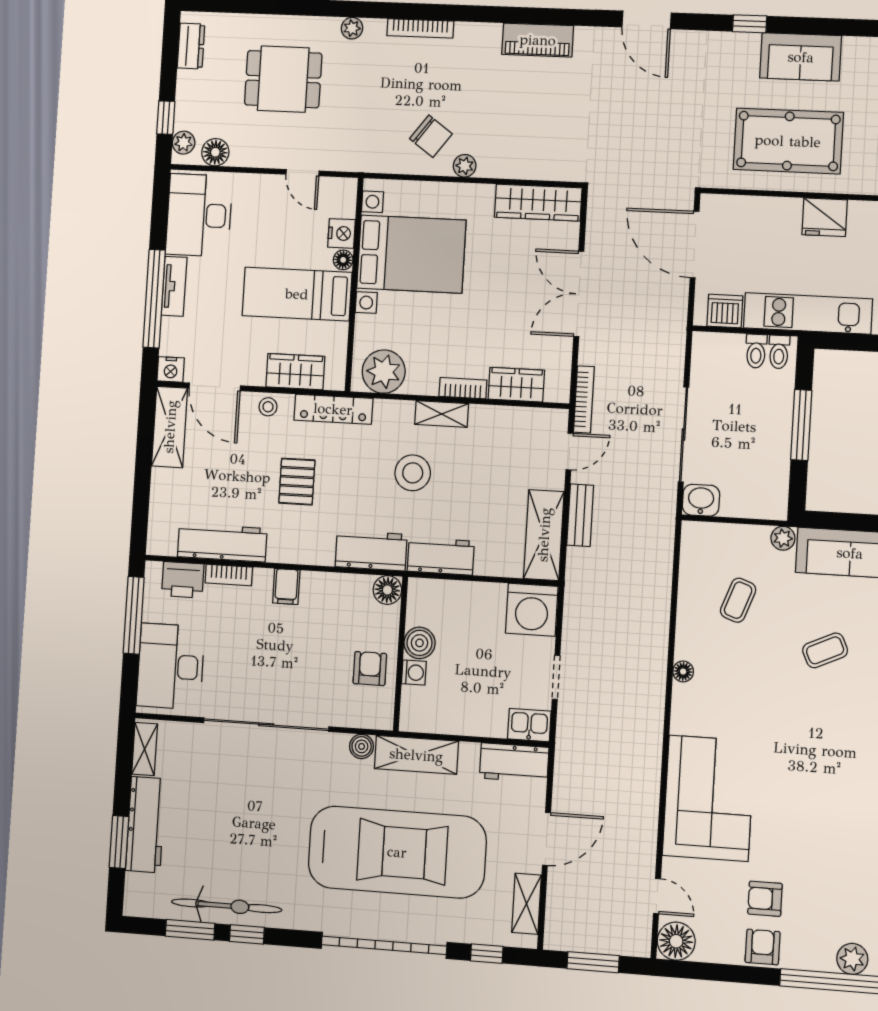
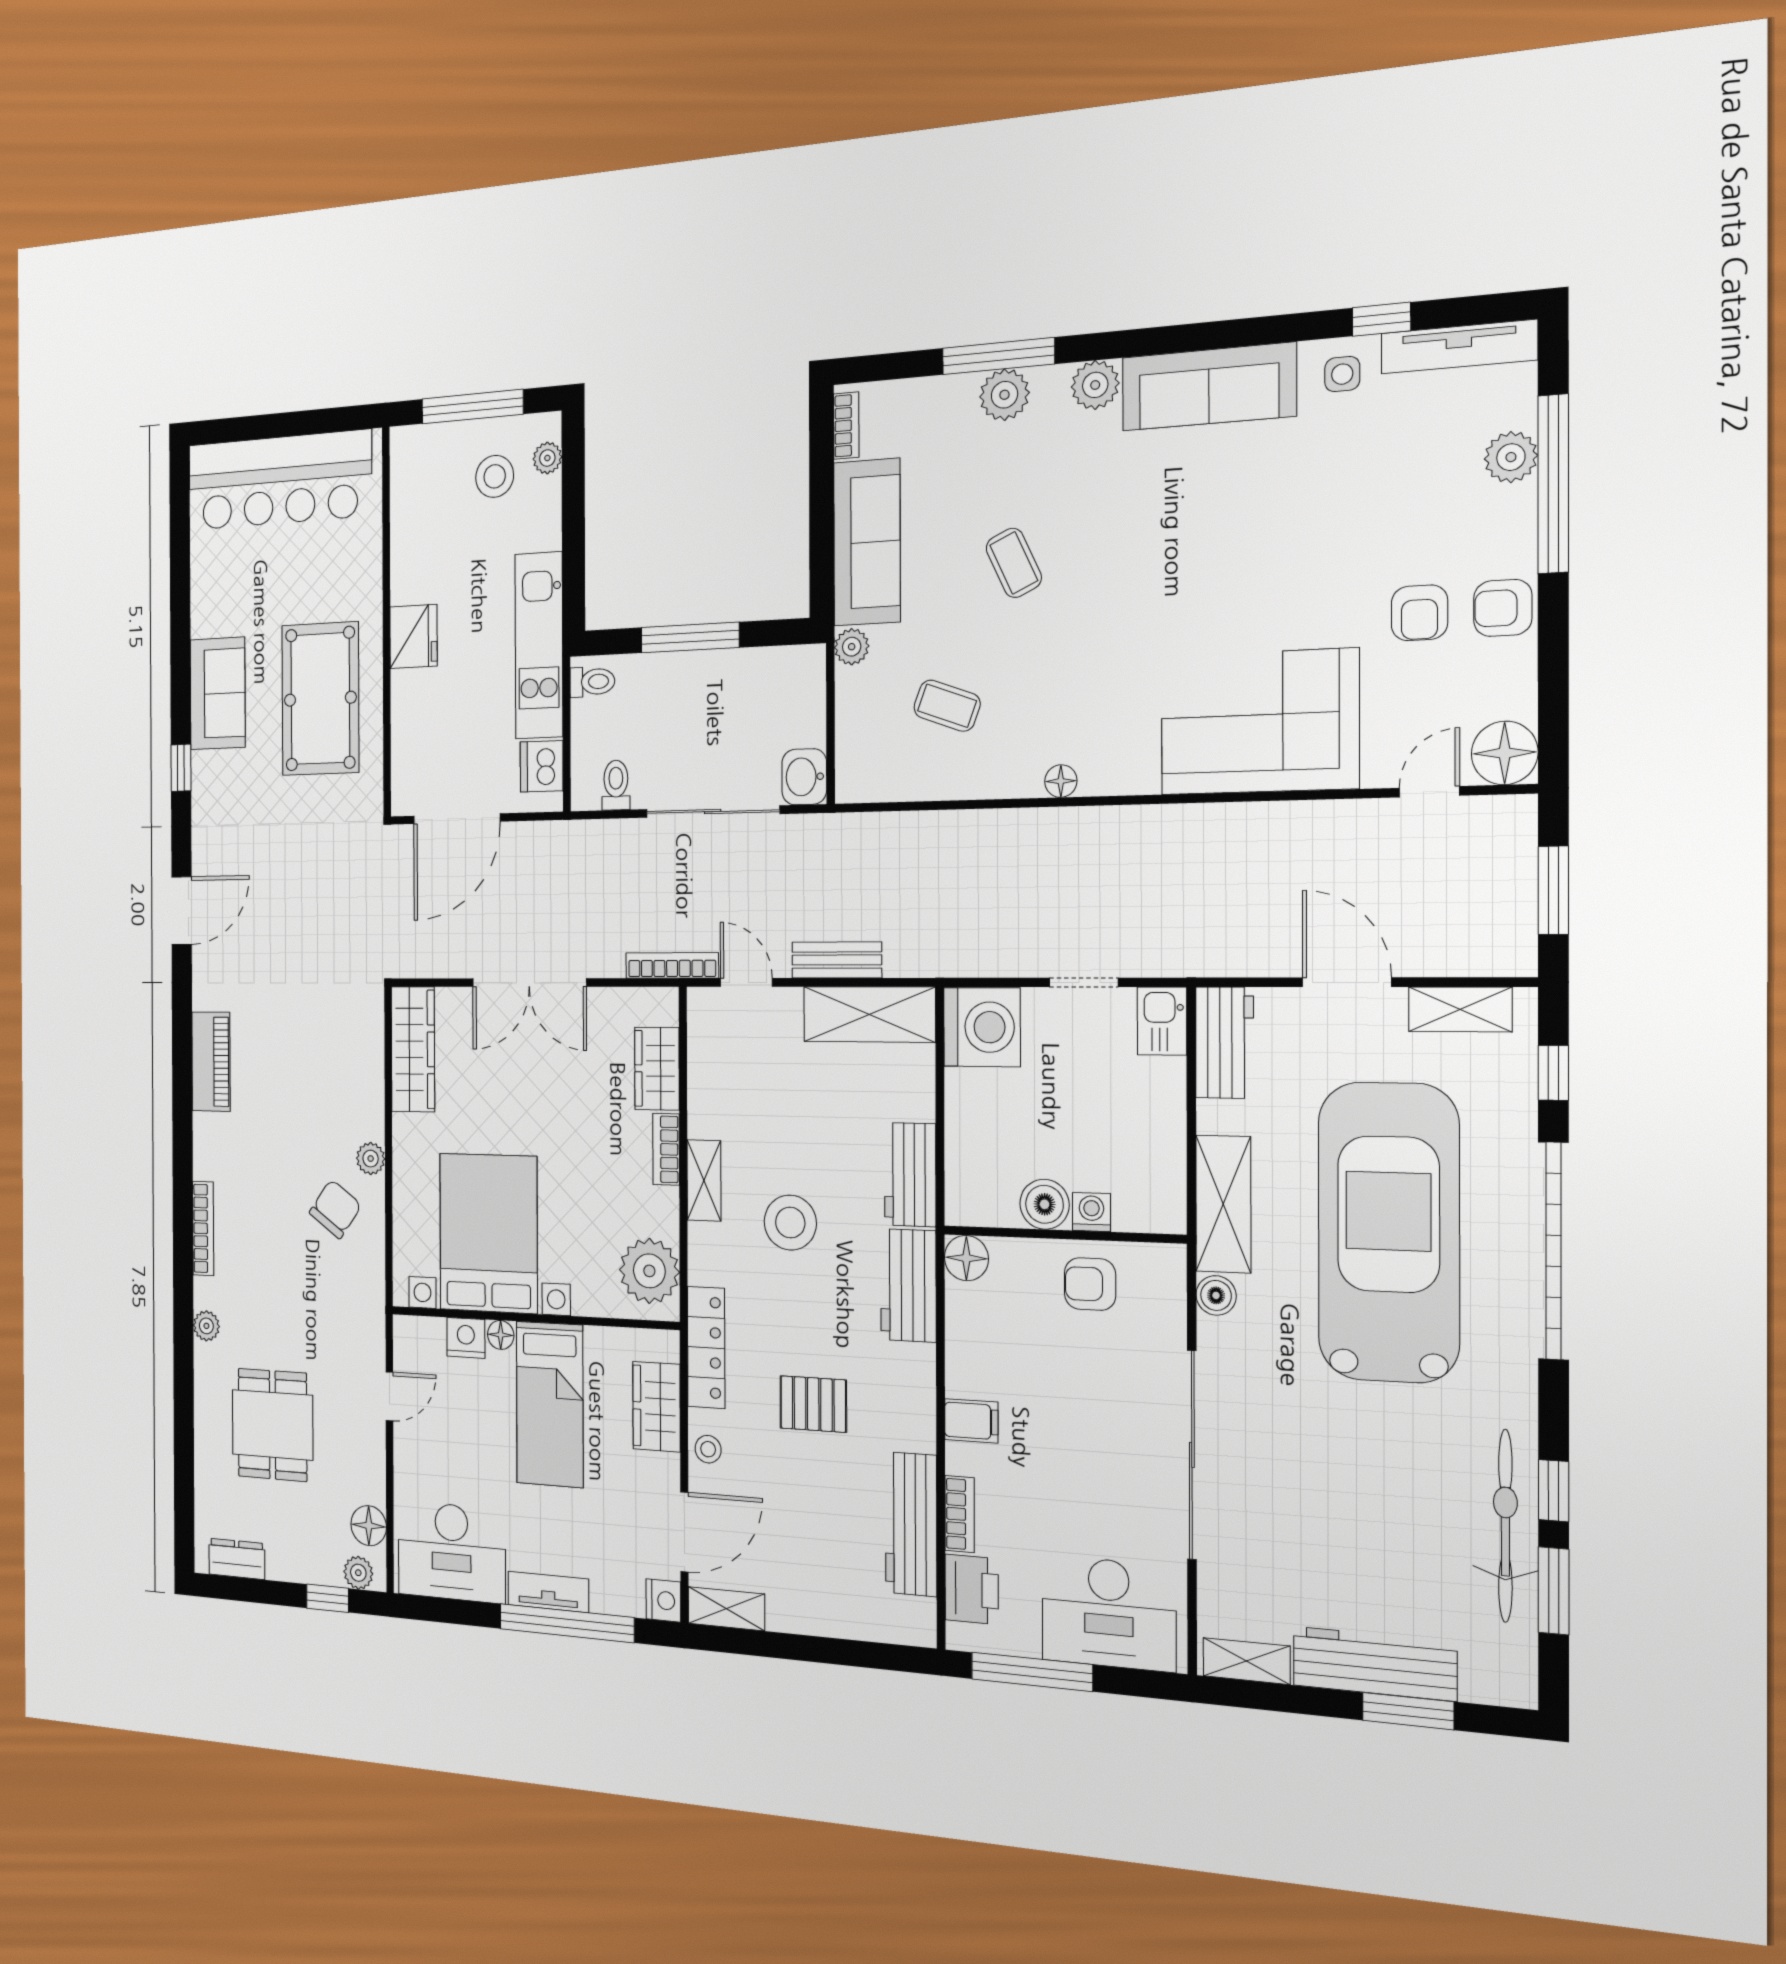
toilet: (756, 351) -> (616, 785), moved, turned -90
shelving: (170, 427) -> (726, 1609), width x0.67, depth x0.75

